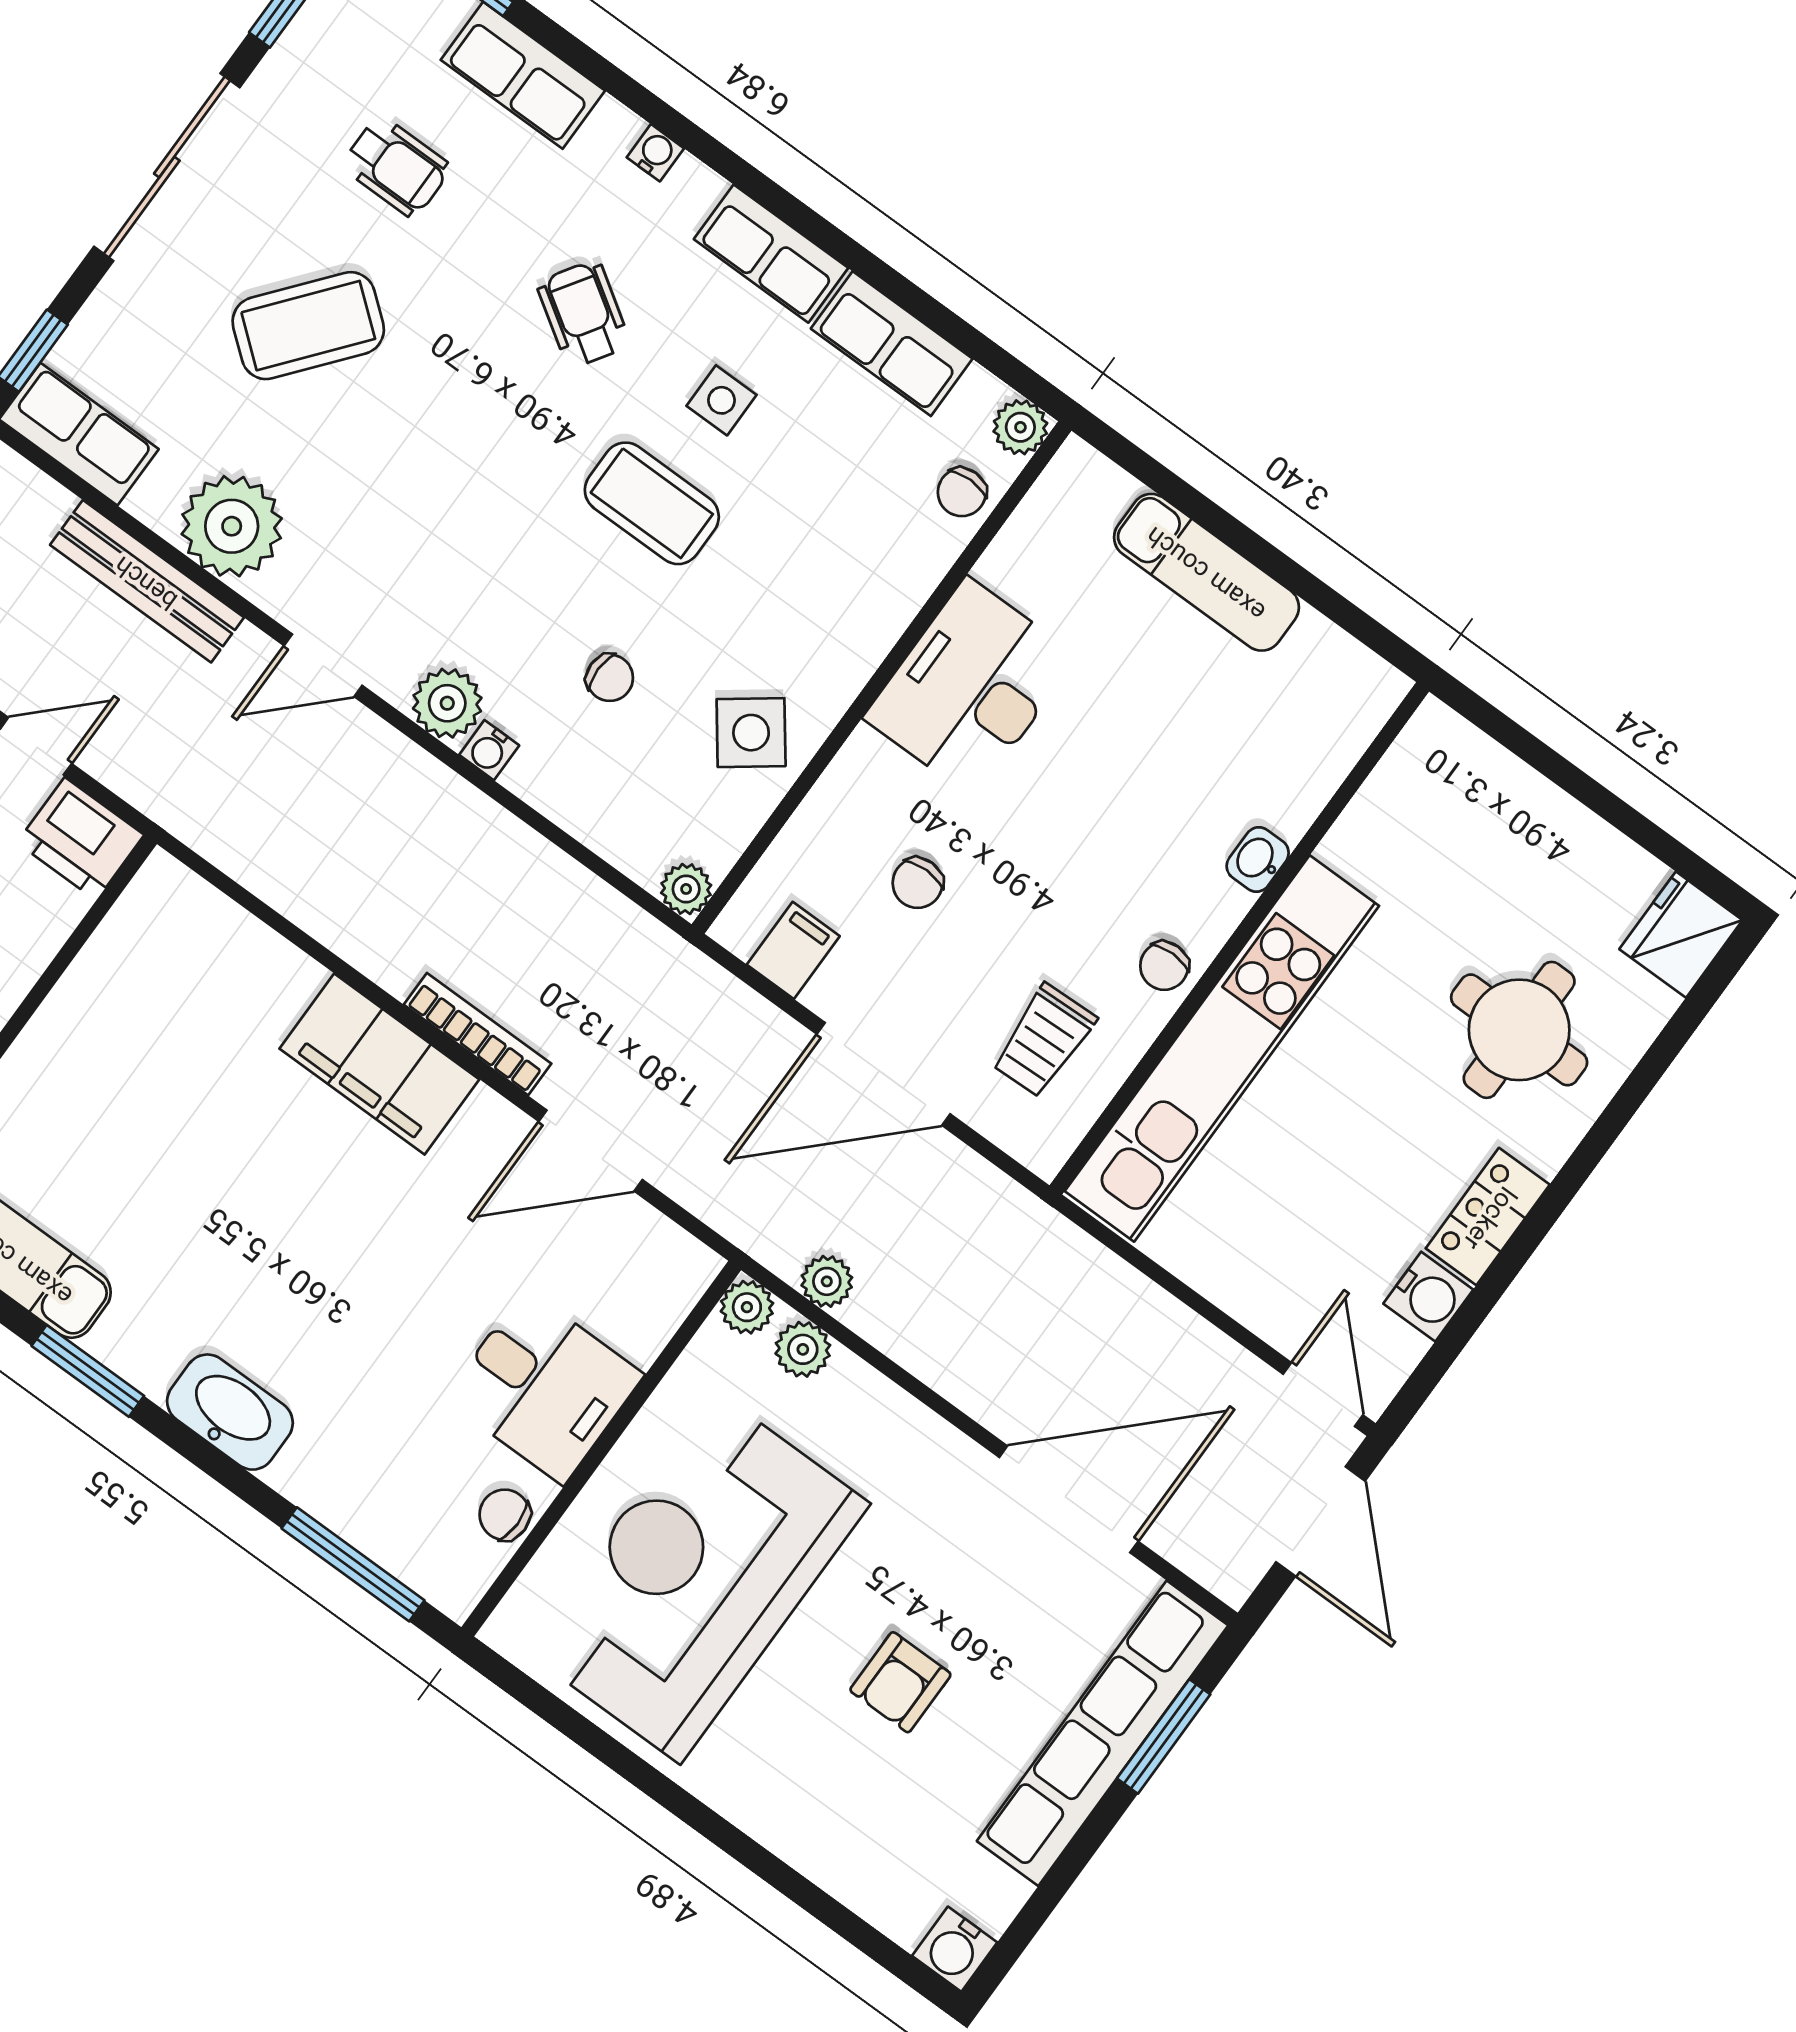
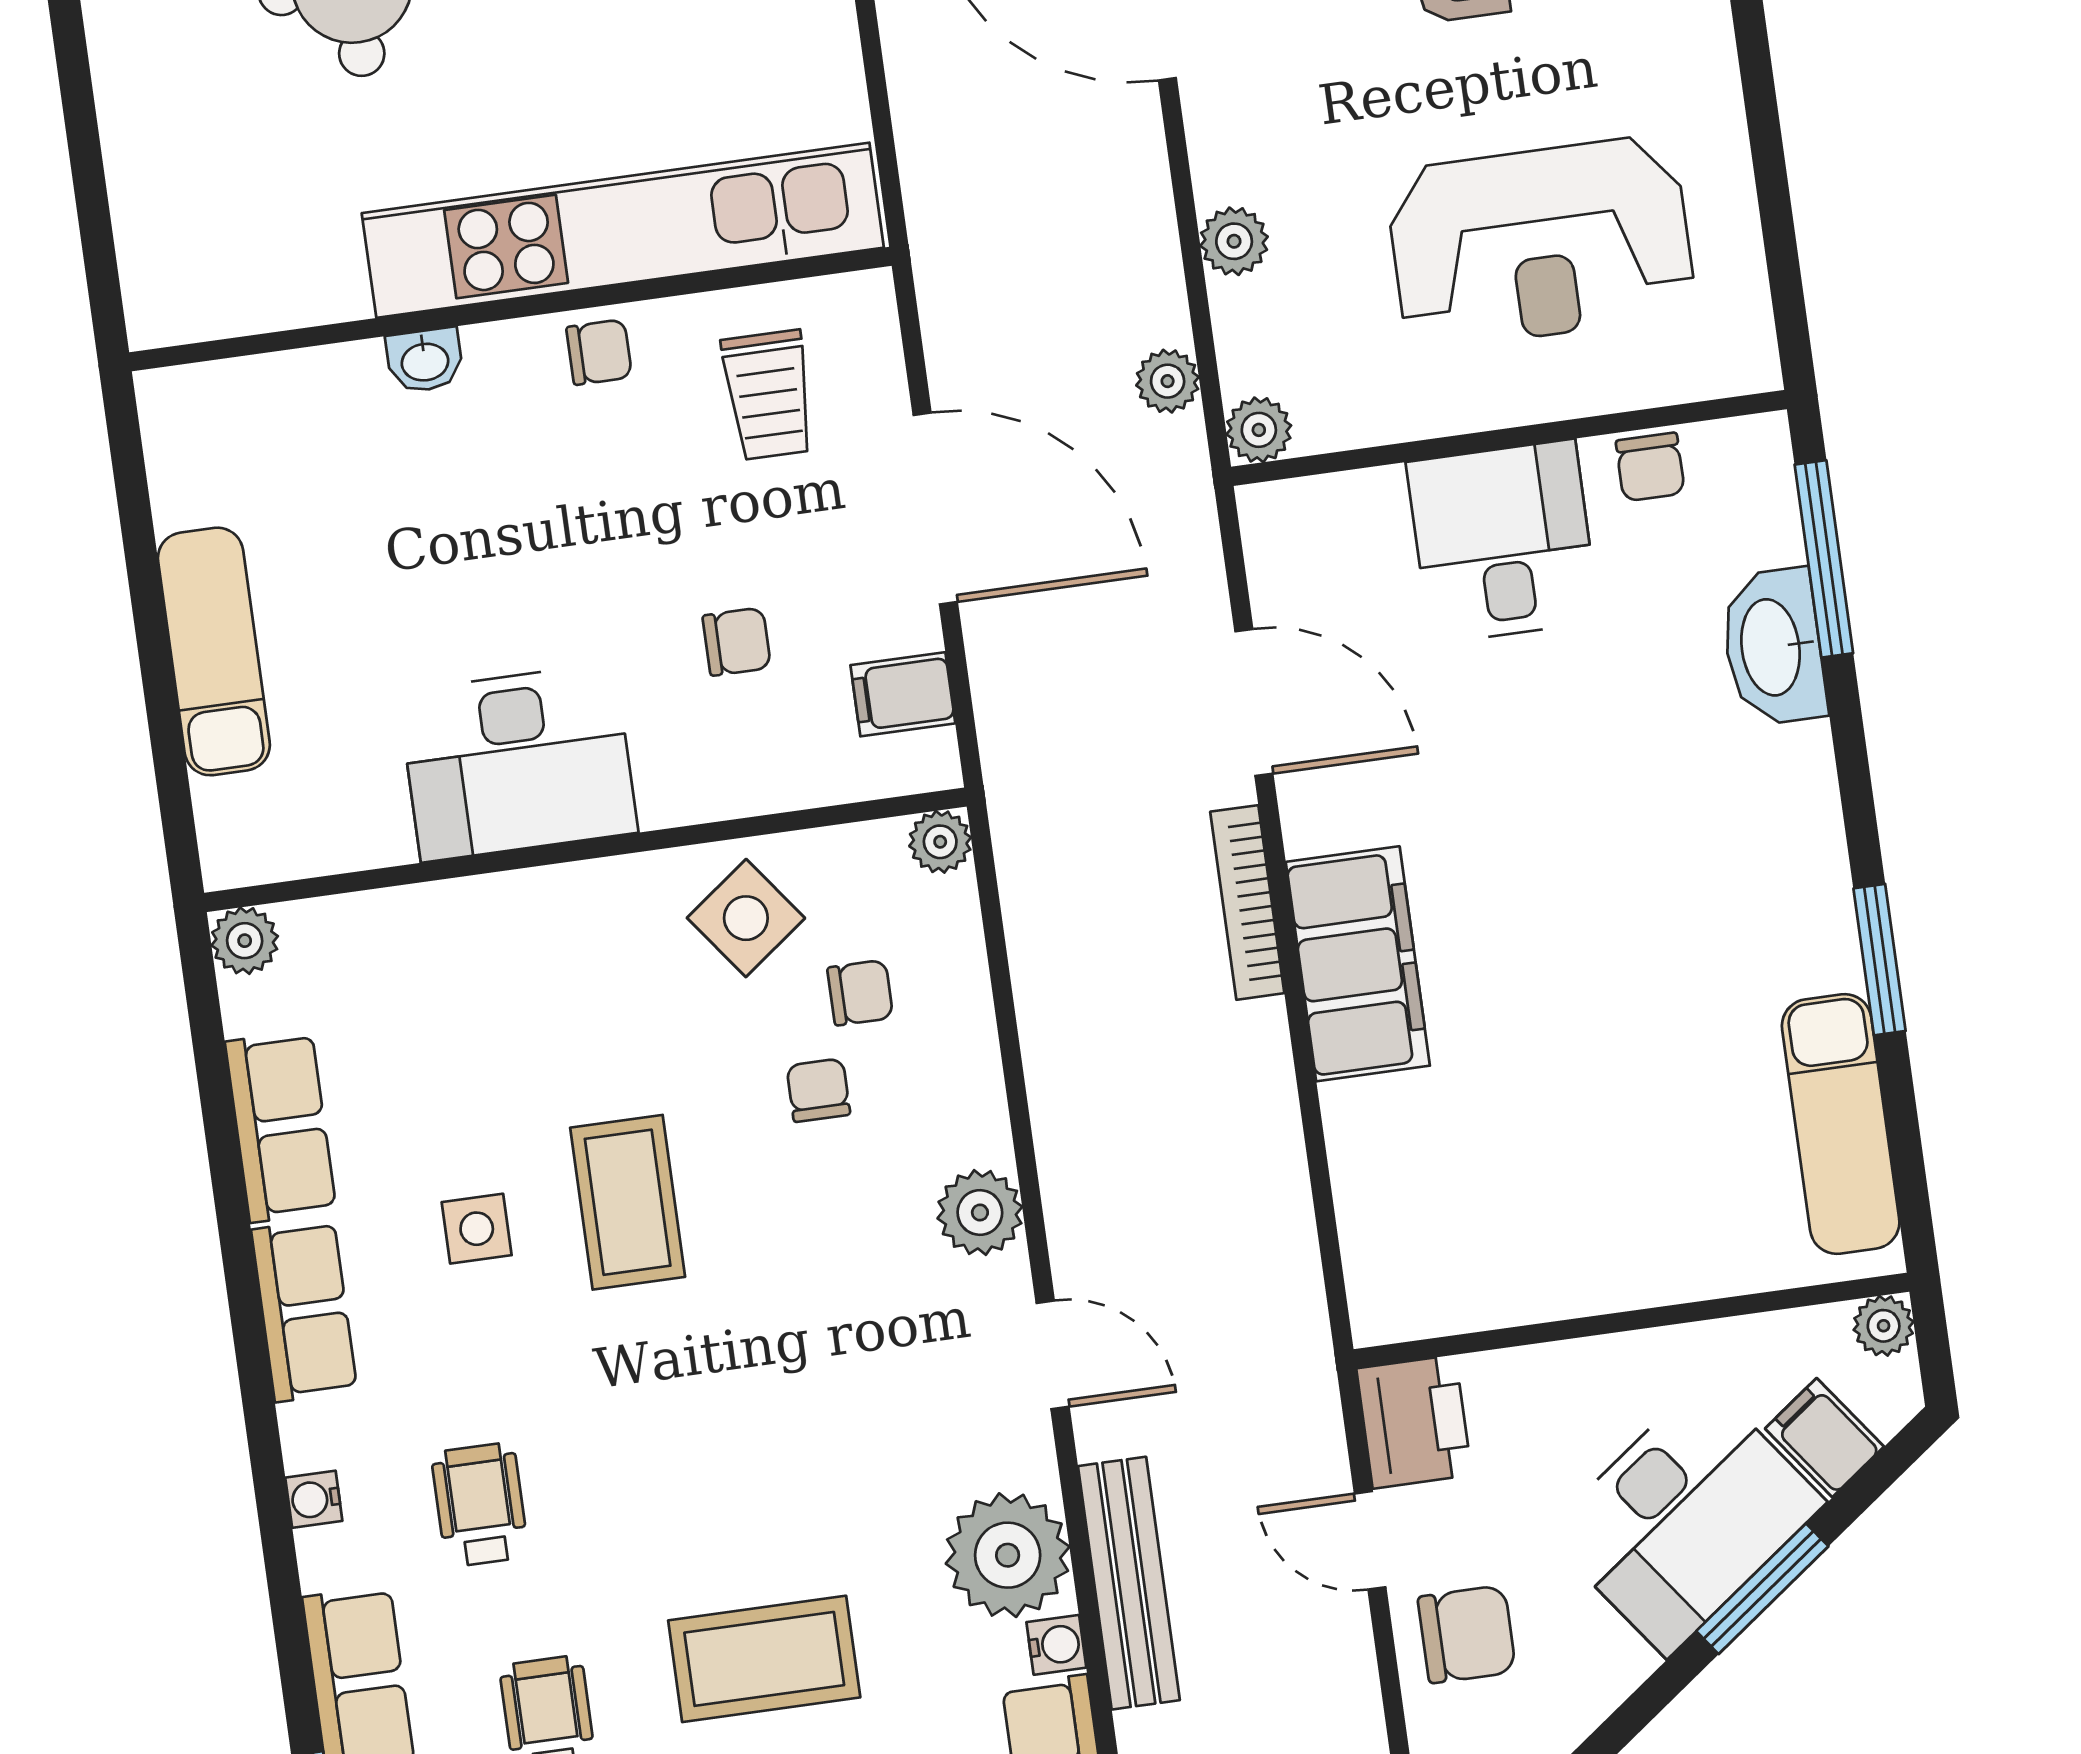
wheelchair: (584, 314) -> (480, 1505), moved, turned 147
coffee table: (308, 326) -> (764, 1659), turned -39
chair: (962, 492) -> (860, 993), moved
water cooler: (489, 750) -> (1056, 1645), moved
trolley: (1044, 1041) -> (768, 395), turned 92
plant: (803, 1349) -> (1234, 241), moved
washbasin: (230, 1412) -> (1773, 647), moved
reception desk: (697, 1577) -> (1541, 243), width x0.74, depth x0.77

